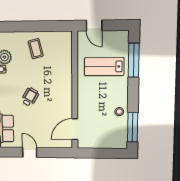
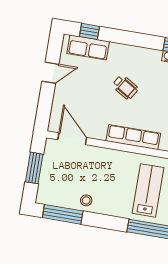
row of seats: (66, 85) -> (133, 137), added
window: (101, 153) -> (34, 168), added

